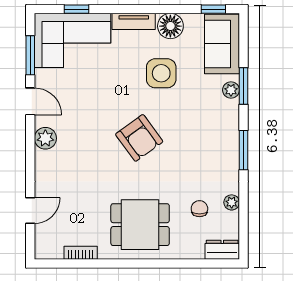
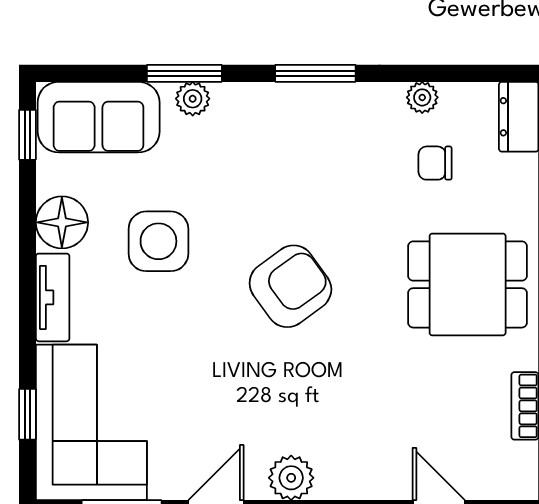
dining table: (140, 225) -> (468, 284), turned 90

